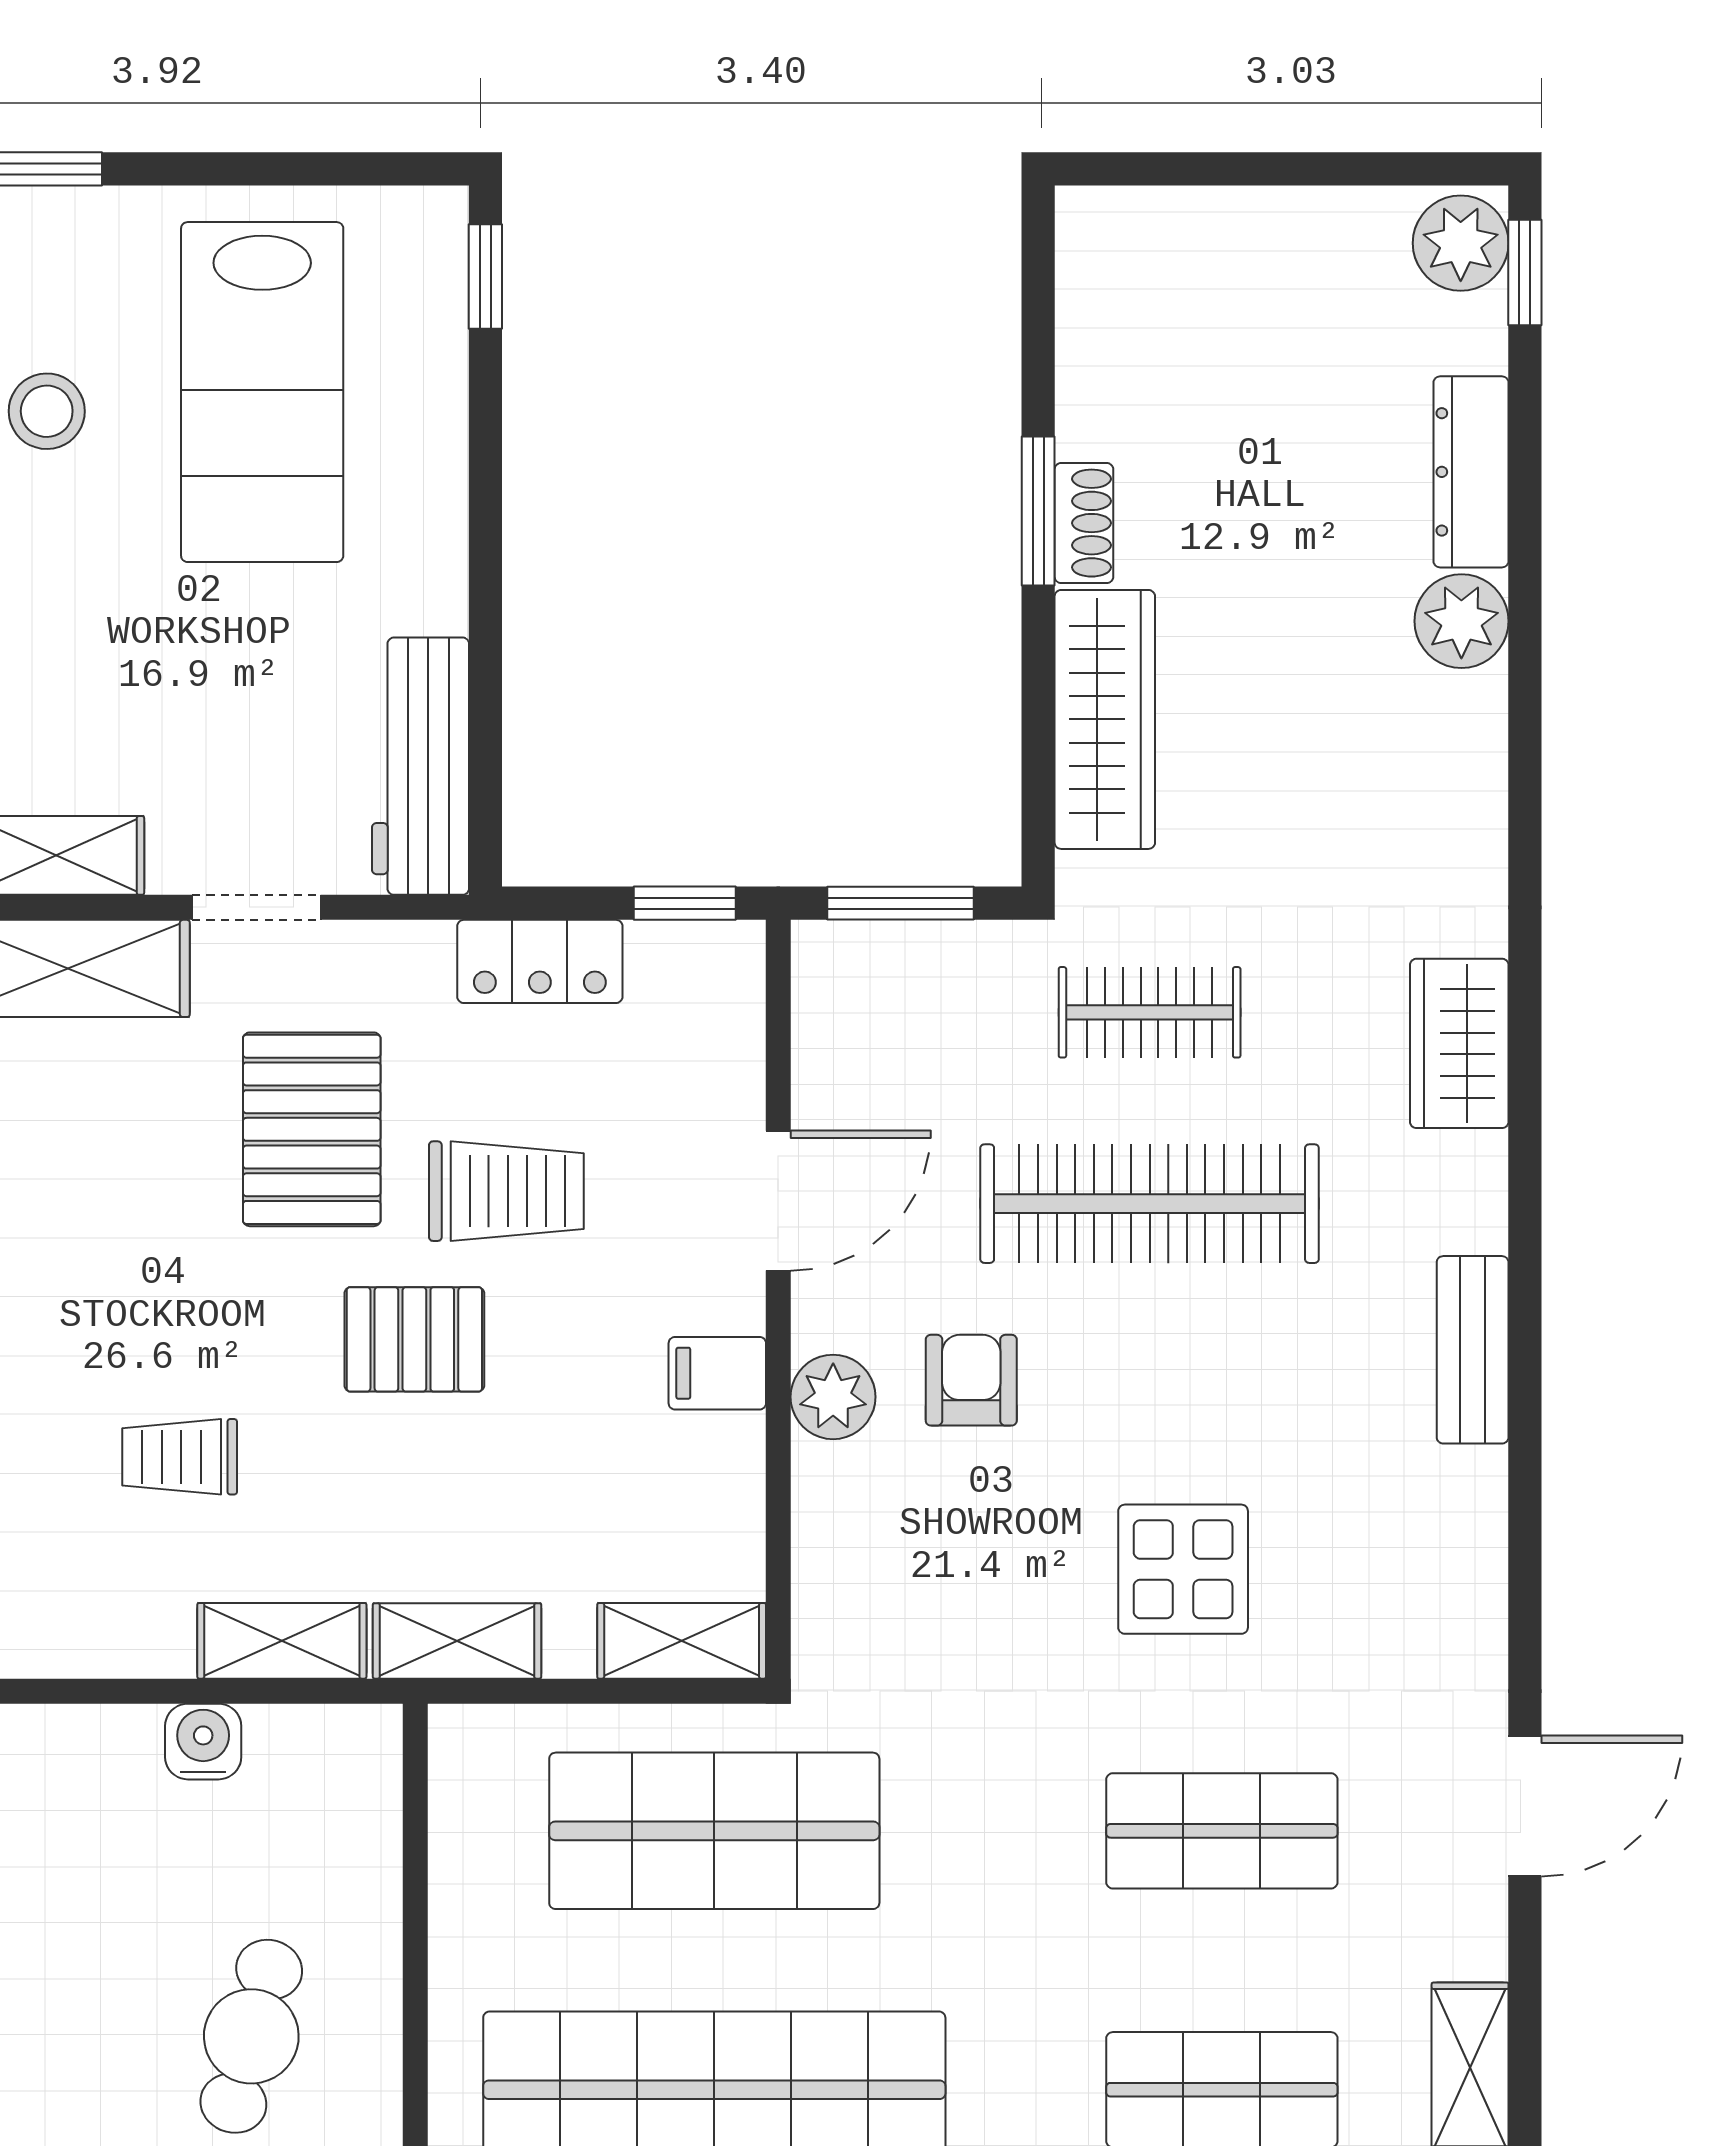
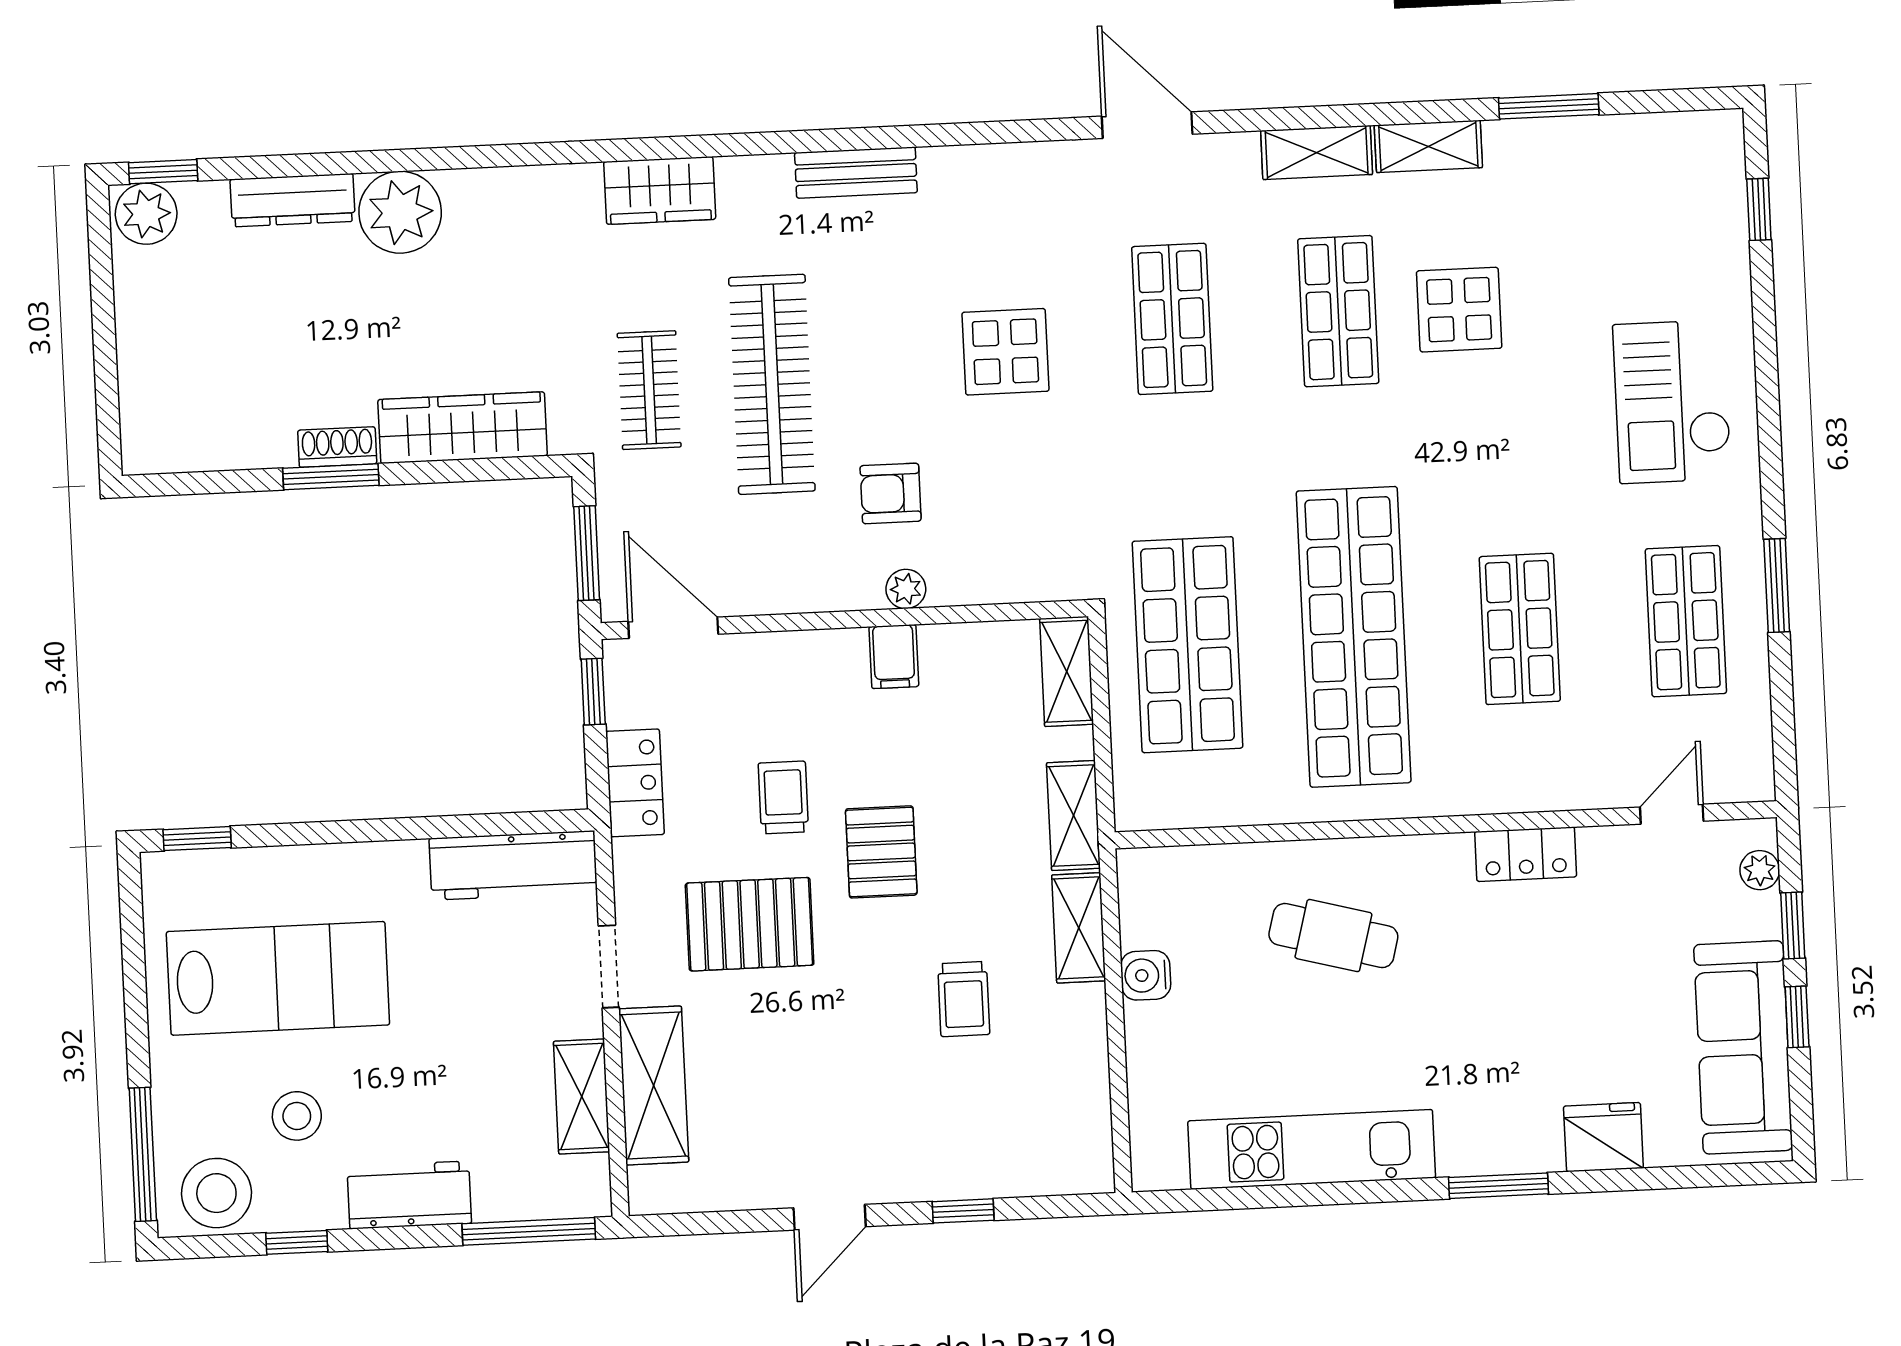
plant: (1461, 621) -> (400, 212), width x1.36, depth x1.36
trolley: (506, 1191) -> (783, 797), width x0.73, depth x0.72
door: (778, 1201) -> (673, 628), moved
plant: (833, 1397) -> (906, 589), width x0.73, depth x0.73

